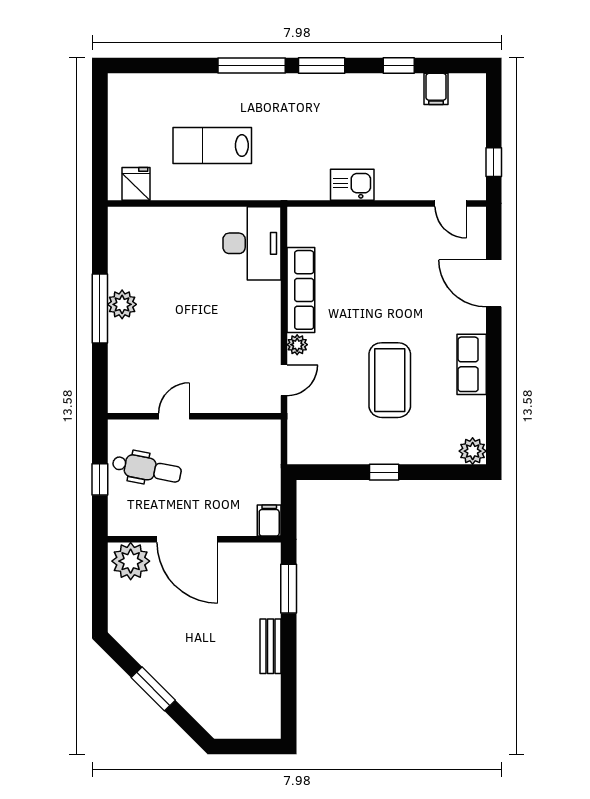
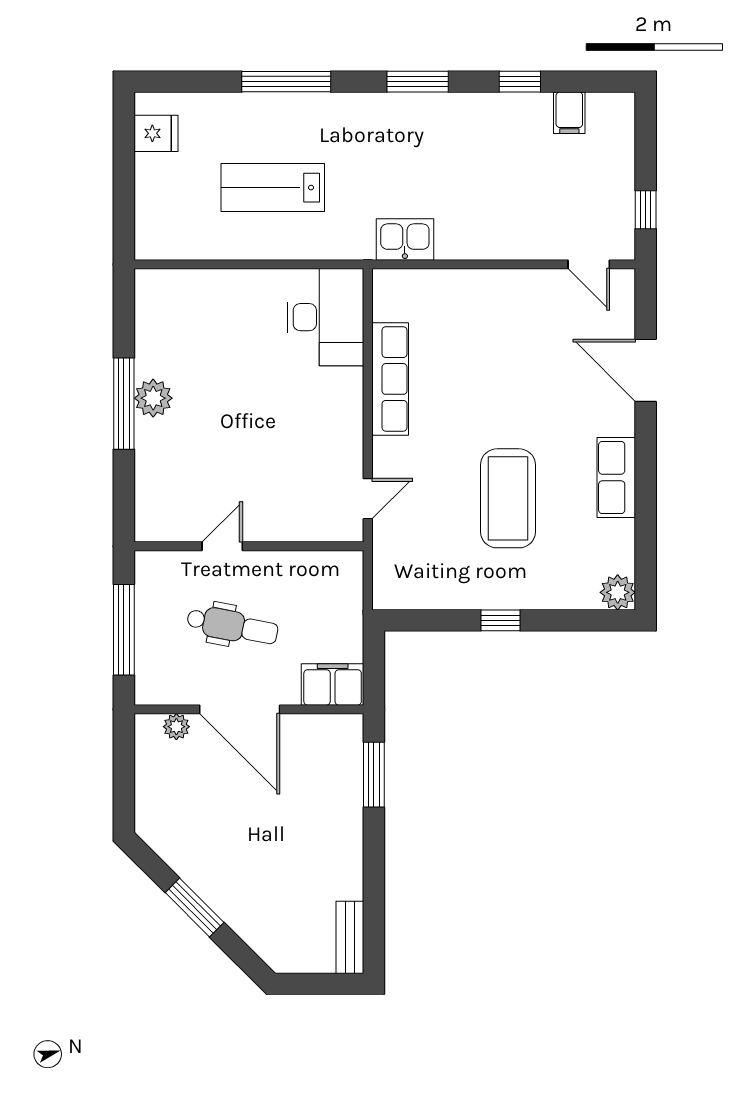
window: (252, 65) -> (286, 82), moved
fridge: (136, 184) -> (156, 133), moved, turned 90
kitchen sink: (352, 185) -> (405, 239), moved
plant: (297, 345) -> (385, 452), removed
dental chair: (147, 469) -> (232, 626), moved
window: (100, 479) -> (124, 630), width x2.17
filing cabinet: (269, 521) -> (333, 685), width x2.00
plant: (131, 561) -> (176, 727), width x0.53, depth x0.53
bench: (270, 646) -> (350, 937), moved

